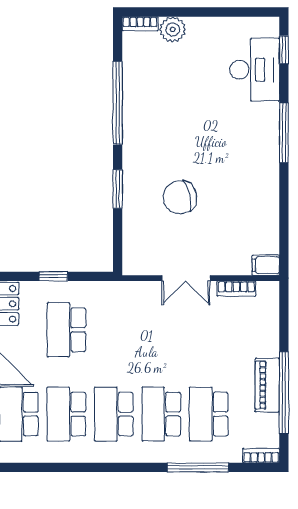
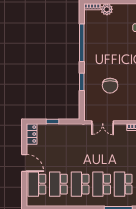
chair: (180, 197) -> (110, 86), turned -77
double door: (186, 278) -> (103, 122), moved
school desk: (66, 330) -> (58, 146), removed

